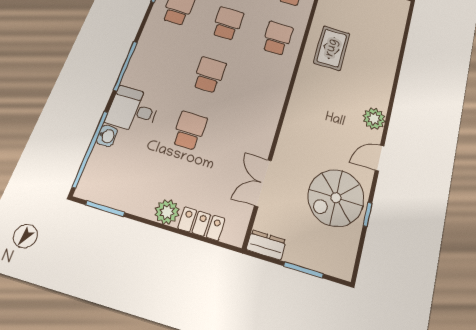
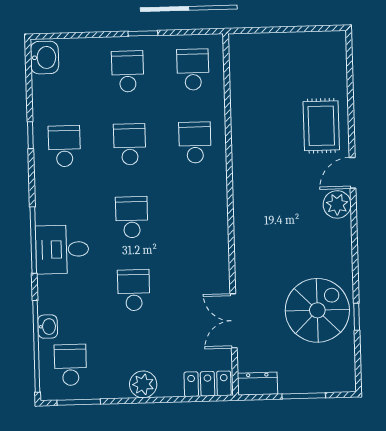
rug: (332, 48) -> (321, 126), moved
desk: (133, 110) -> (62, 249), moved
door: (379, 158) -> (353, 173), moved
school desk: (112, 174) -> (70, 365), added
spiral stairs: (336, 198) -> (317, 310), turned 180
locker: (201, 224) -> (208, 384), moved

